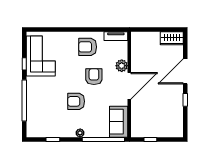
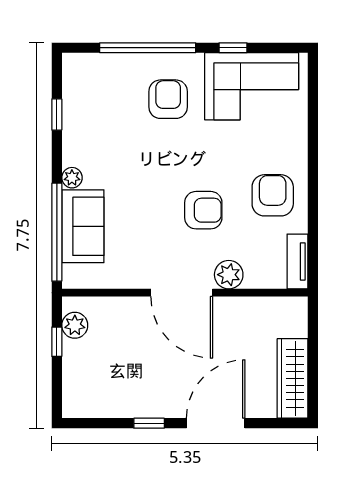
wardrobe: (172, 38) -> (293, 378), width x1.50
door: (185, 71) -> (216, 423), hinge flipped
armchair: (76, 101) -> (168, 99), moved
sofa: (119, 122) -> (83, 226), moved, turned 90
plant: (143, 132) -> (75, 325), added

